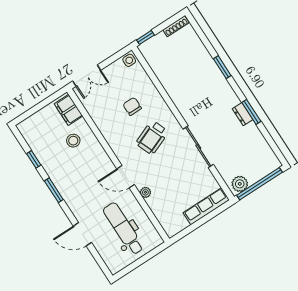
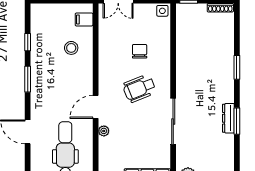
filing cabinet: (69, 110) -> (84, 19), width x0.50
dresser: (243, 114) -> (228, 118), width x1.44
door: (126, 177) -> (96, 107), hinge flipped

